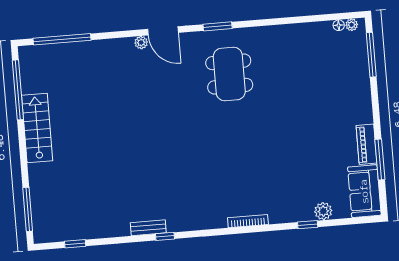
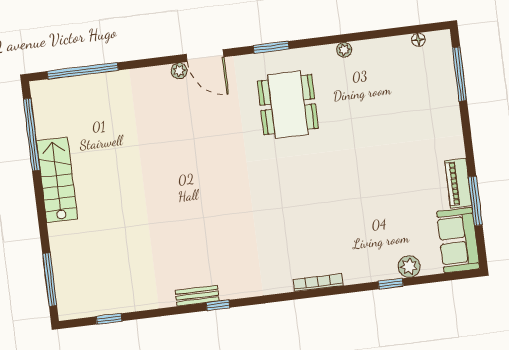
plant: (352, 25) -> (344, 50), moved

